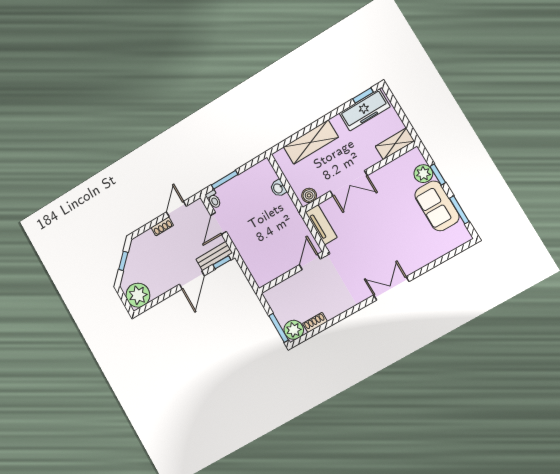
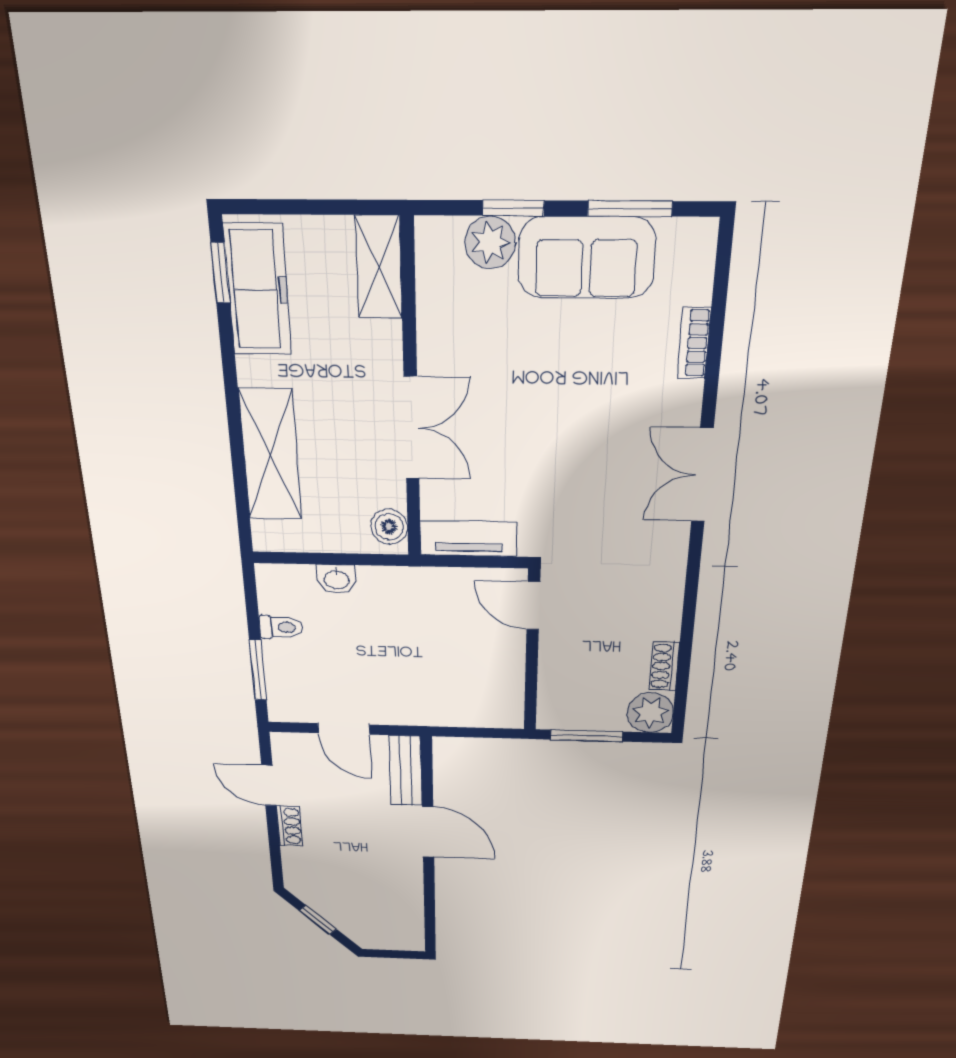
toilet: (213, 199) -> (281, 627), moved
bookcase: (432, 256) -> (694, 343), added
window: (222, 262) -> (427, 764), removed
plant: (138, 295) -> (399, 930), removed
window: (279, 328) -> (586, 736), moved

